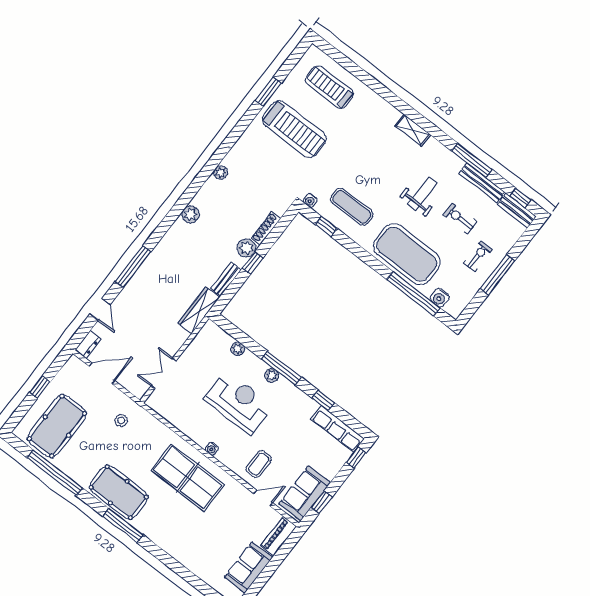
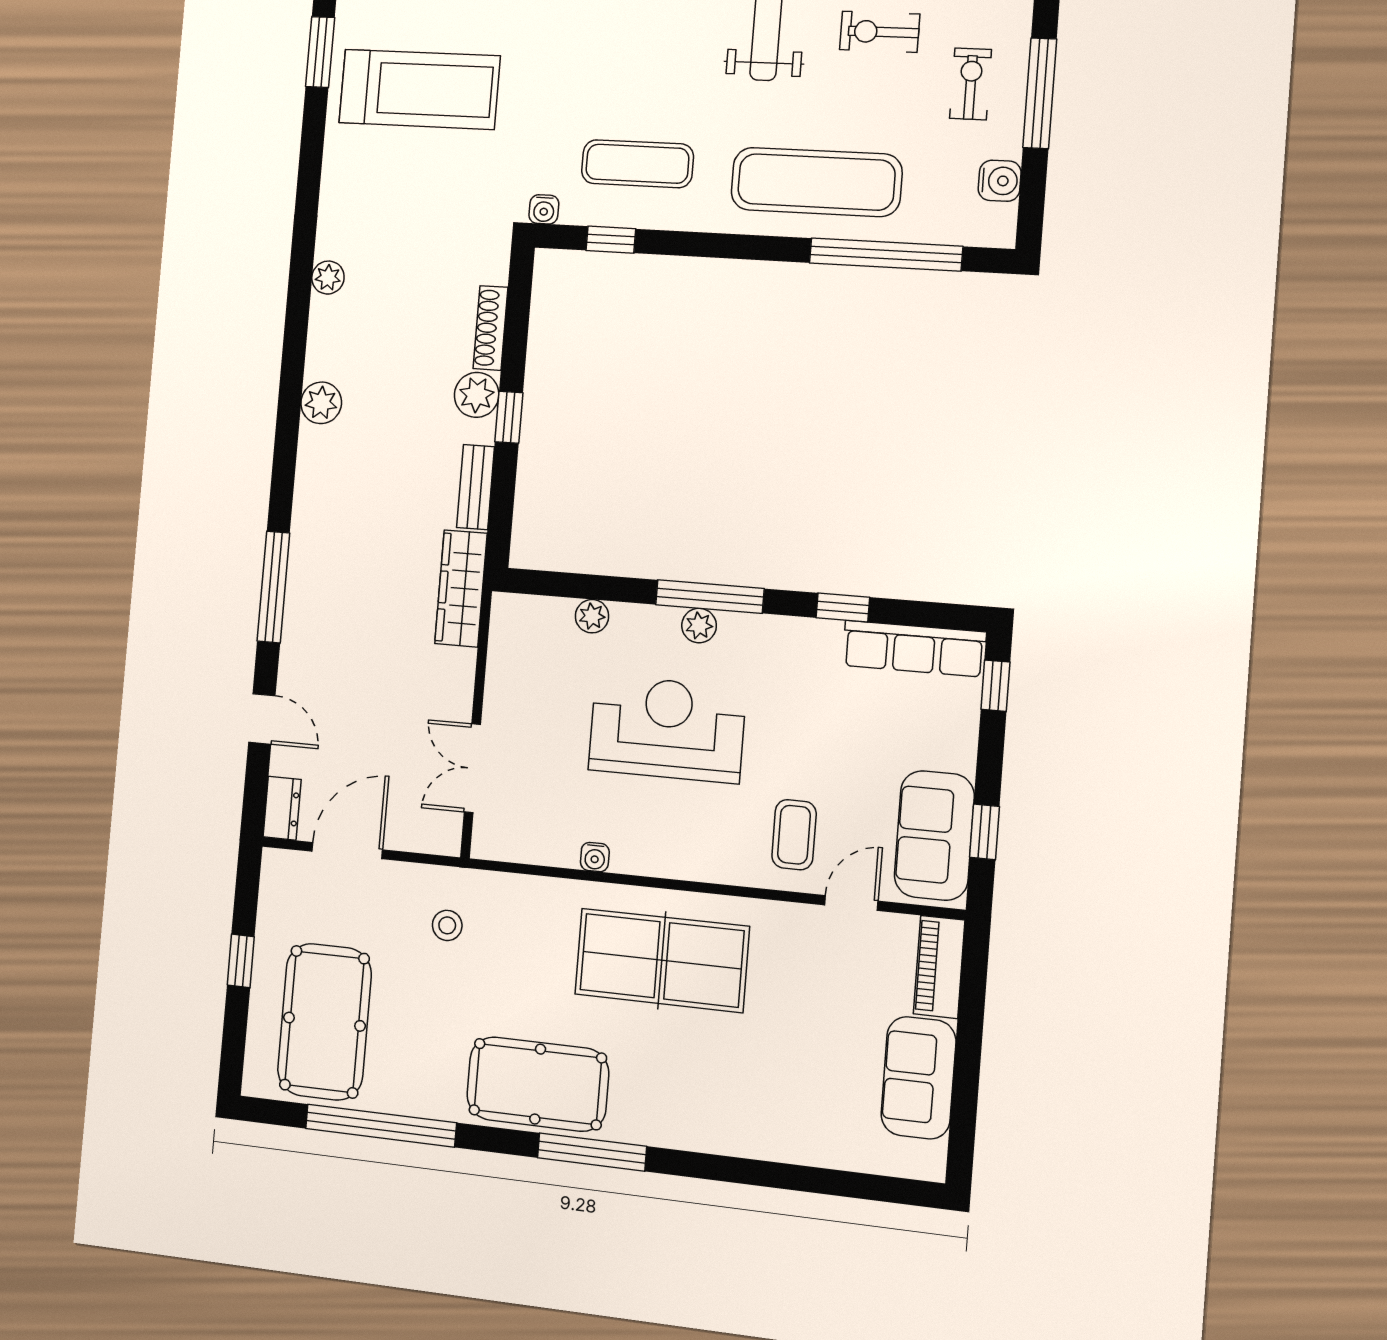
exercise mat: (407, 254) -> (816, 182), width x0.68
water cooler: (440, 298) -> (1000, 181), moved, turned -90
water cooler: (212, 449) -> (595, 857), moved

